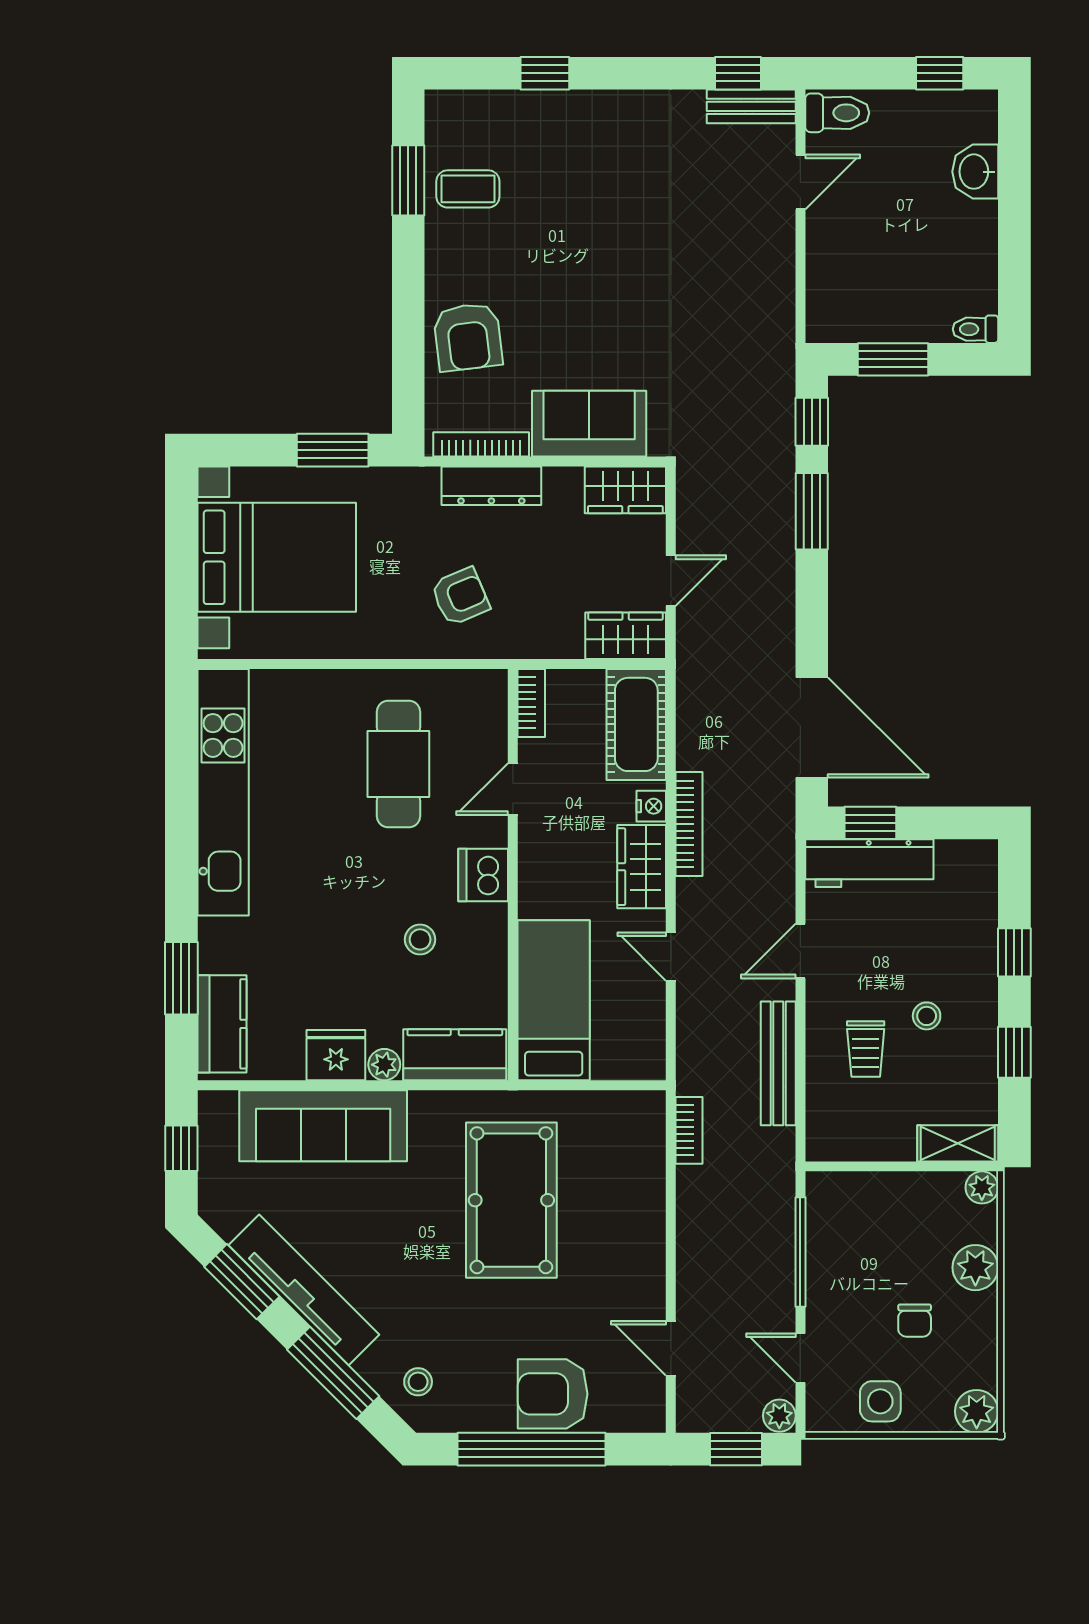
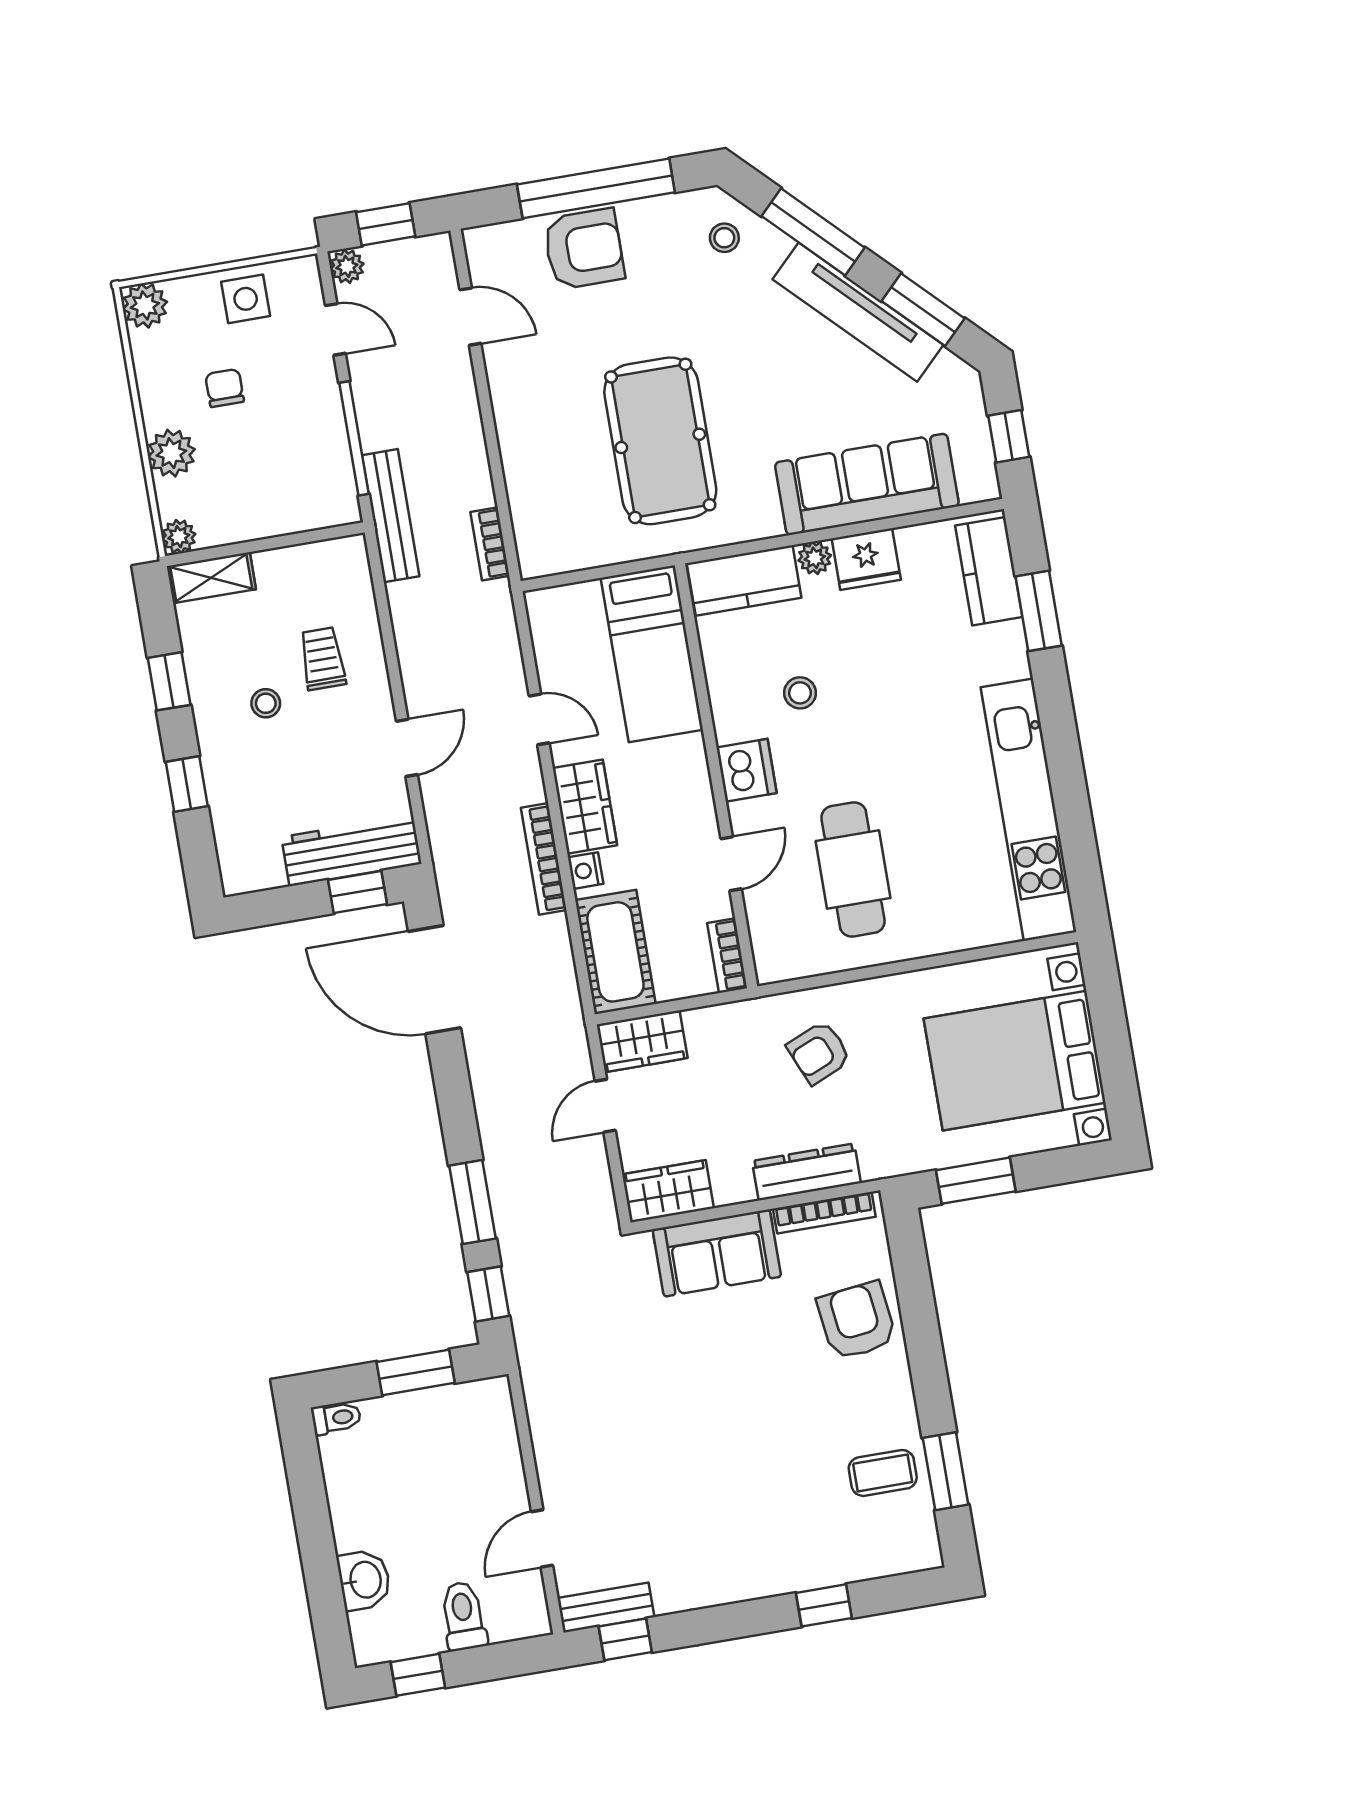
toilet: (837, 113) -> (463, 1616), moved, turned 90
bench: (778, 1063) -> (391, 516), moved

